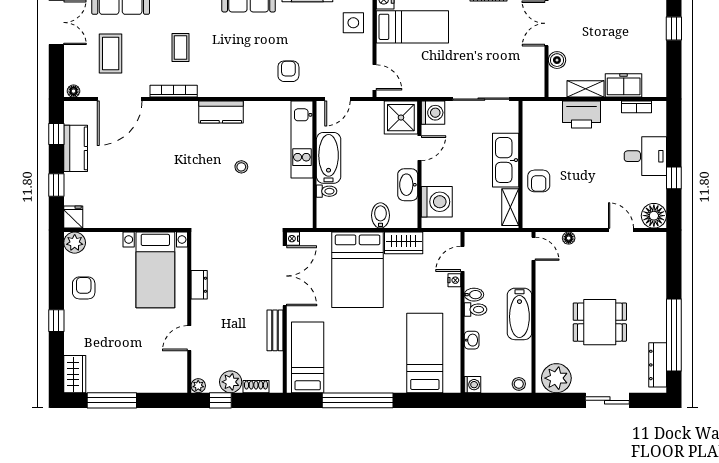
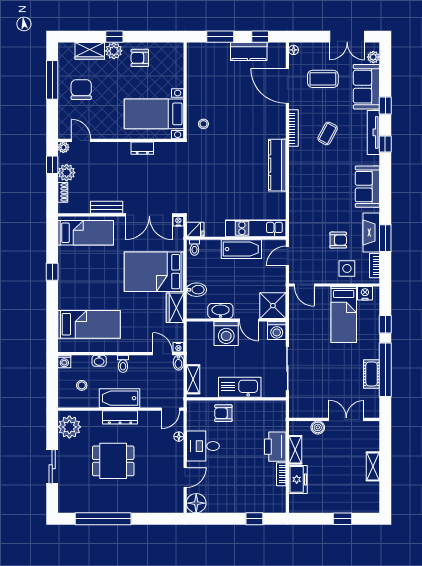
coffee table: (180, 48) -> (328, 133), turned -62
armchair: (288, 71) -> (338, 240), moved
door: (374, 77) -> (304, 285), hinge flipped
door: (337, 99) -> (287, 256), hinge flipped
bookcase: (636, 107) -> (281, 474), moved
kitchen counter: (221, 112) -> (277, 165), width x1.50
desk: (645, 156) -> (203, 446), moved, turned 90
stool: (241, 167) -> (203, 124), moved
window: (674, 178) -> (254, 519), moved
window: (56, 185) -> (220, 37), width x1.50
toilet: (327, 191) -> (194, 248), moved
washing machine: (437, 202) -> (226, 334), moved
shelving: (510, 207) -> (193, 379), moved, turned 90
fridge: (73, 217) -> (195, 229), moved
plant: (75, 243) -> (114, 51), moved
nightstand: (454, 280) -> (178, 347), moved
armchair: (84, 288) -> (140, 58), turned 180
bidet: (474, 295) -> (178, 363), moved
dining table: (600, 322) -> (113, 461), turned 90
door: (189, 338) -> (81, 140), moved
chair: (124, 363) -> (81, 90), added
dresser: (658, 365) -> (120, 417), moved, turned 180
wardrobe: (75, 374) -> (90, 51), moved
stool: (519, 384) -> (82, 385), moved
window: (358, 400) -> (52, 272), width x0.32

